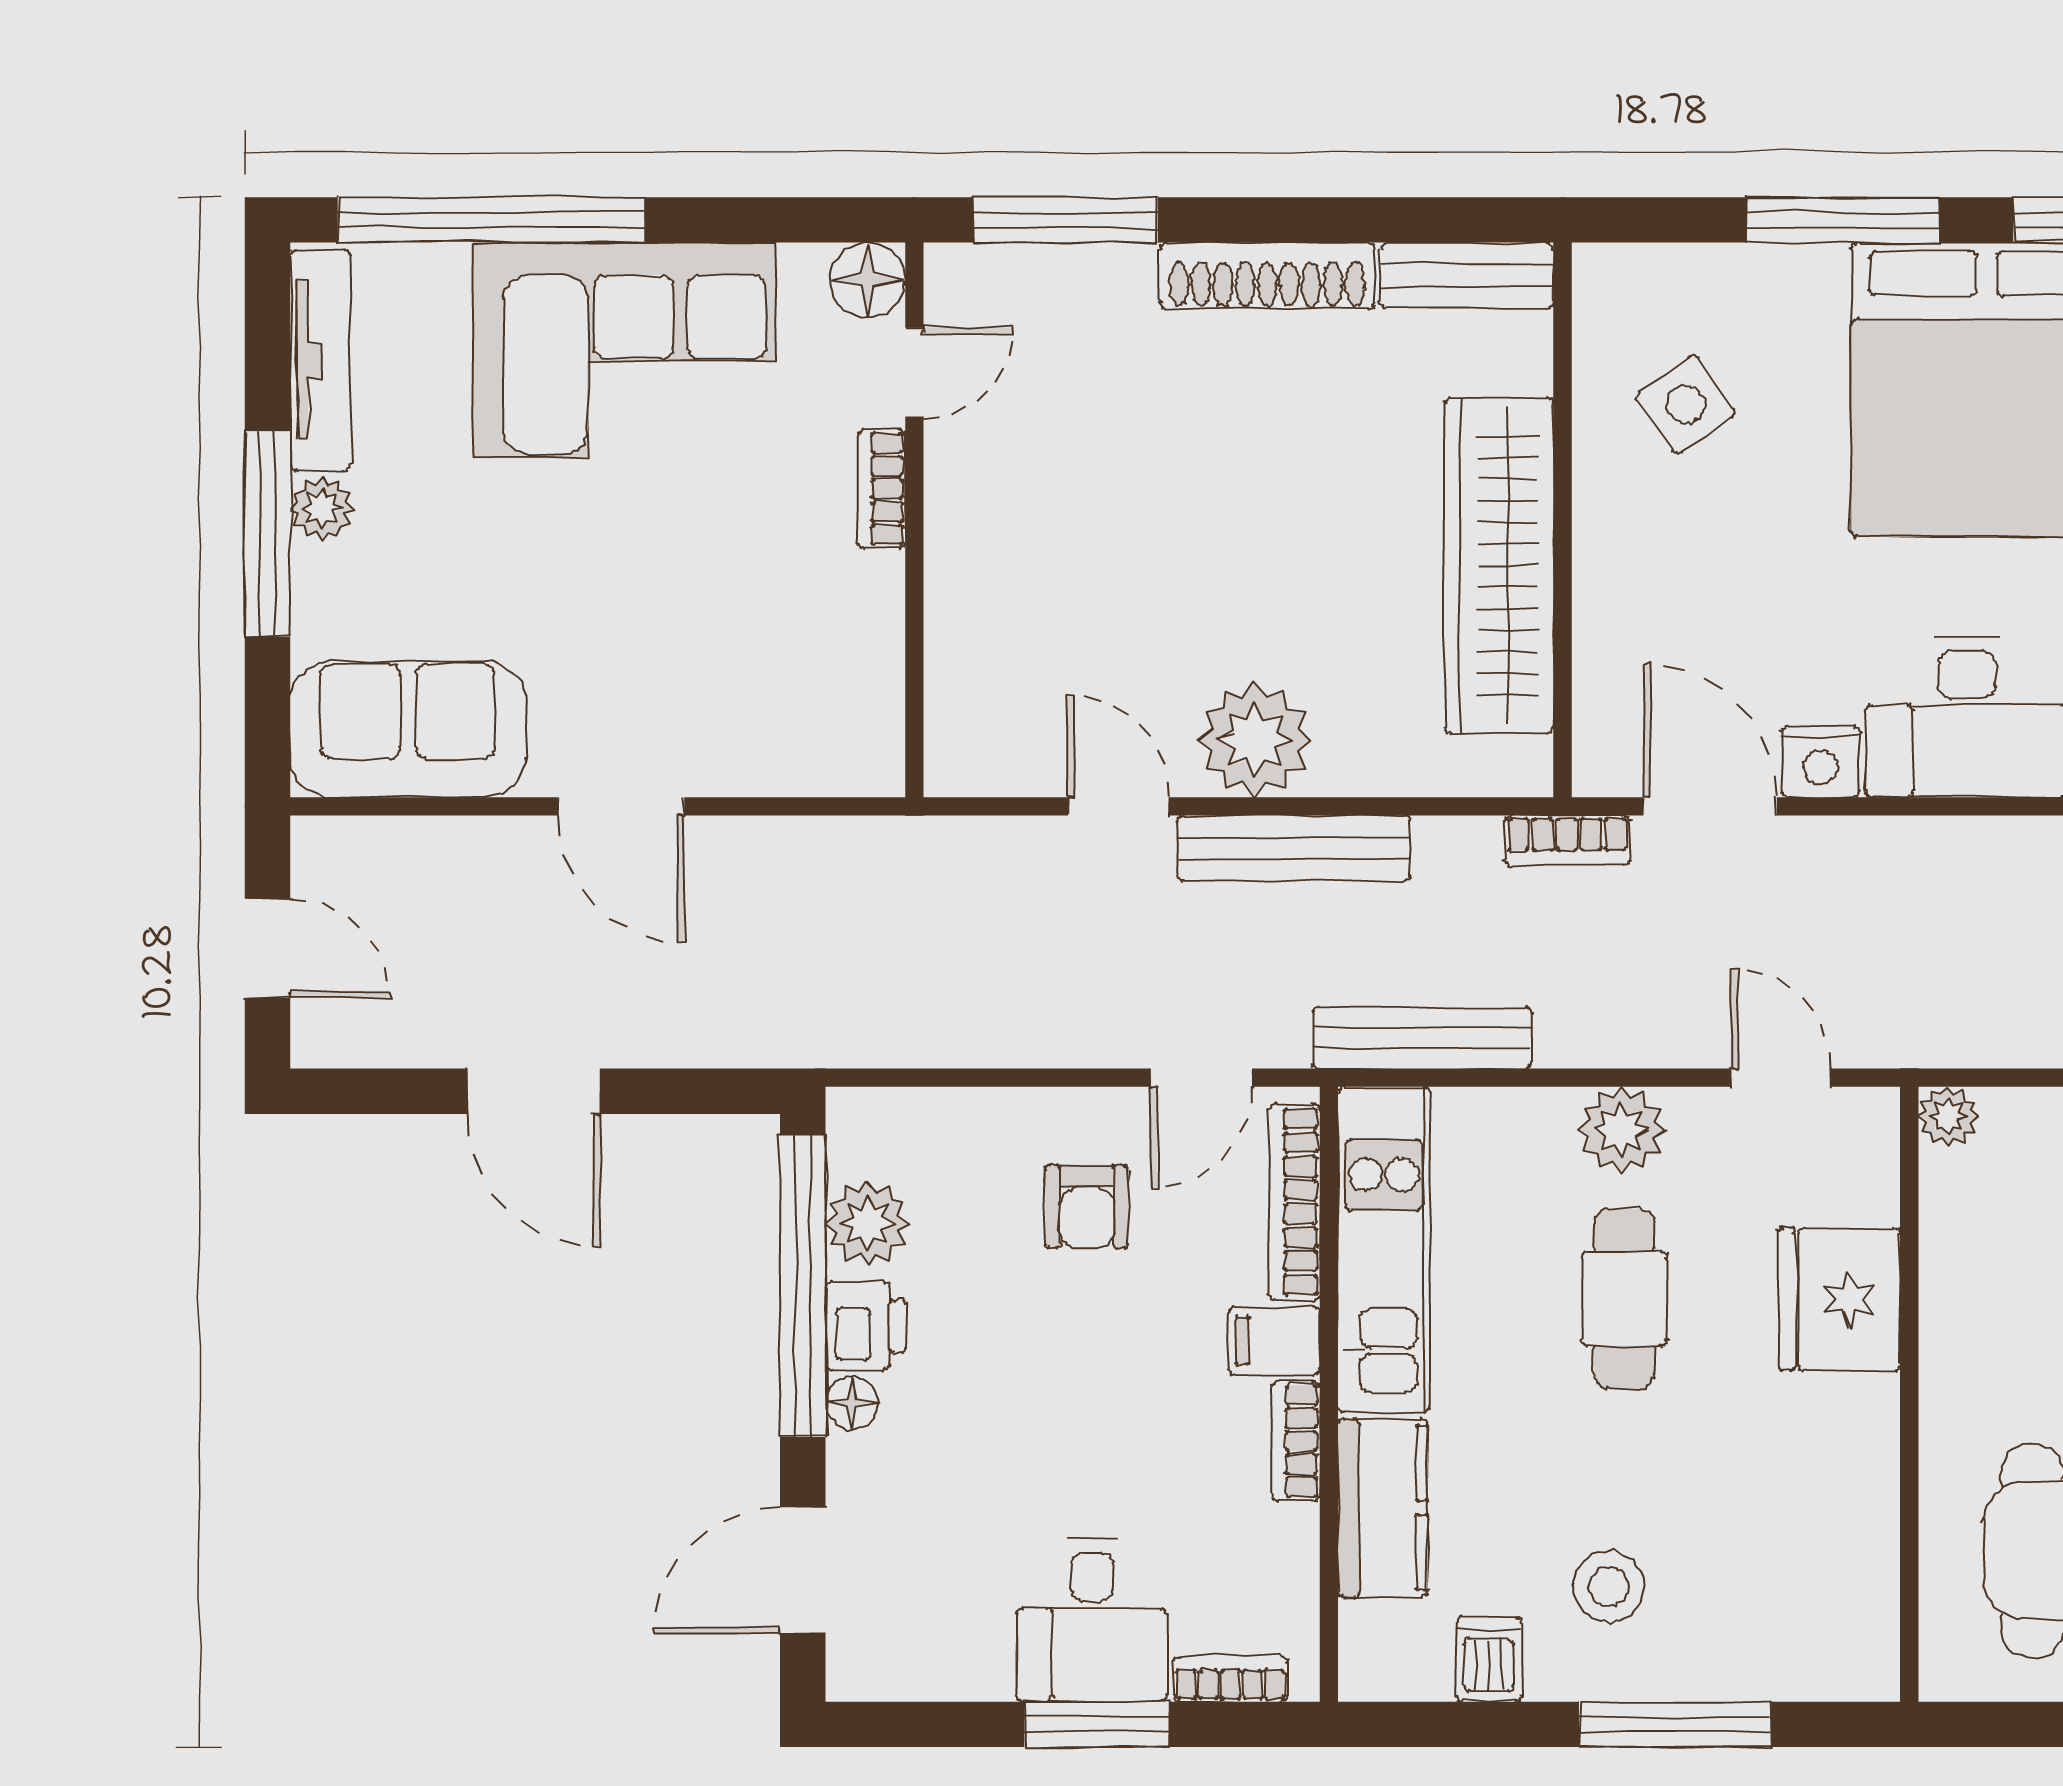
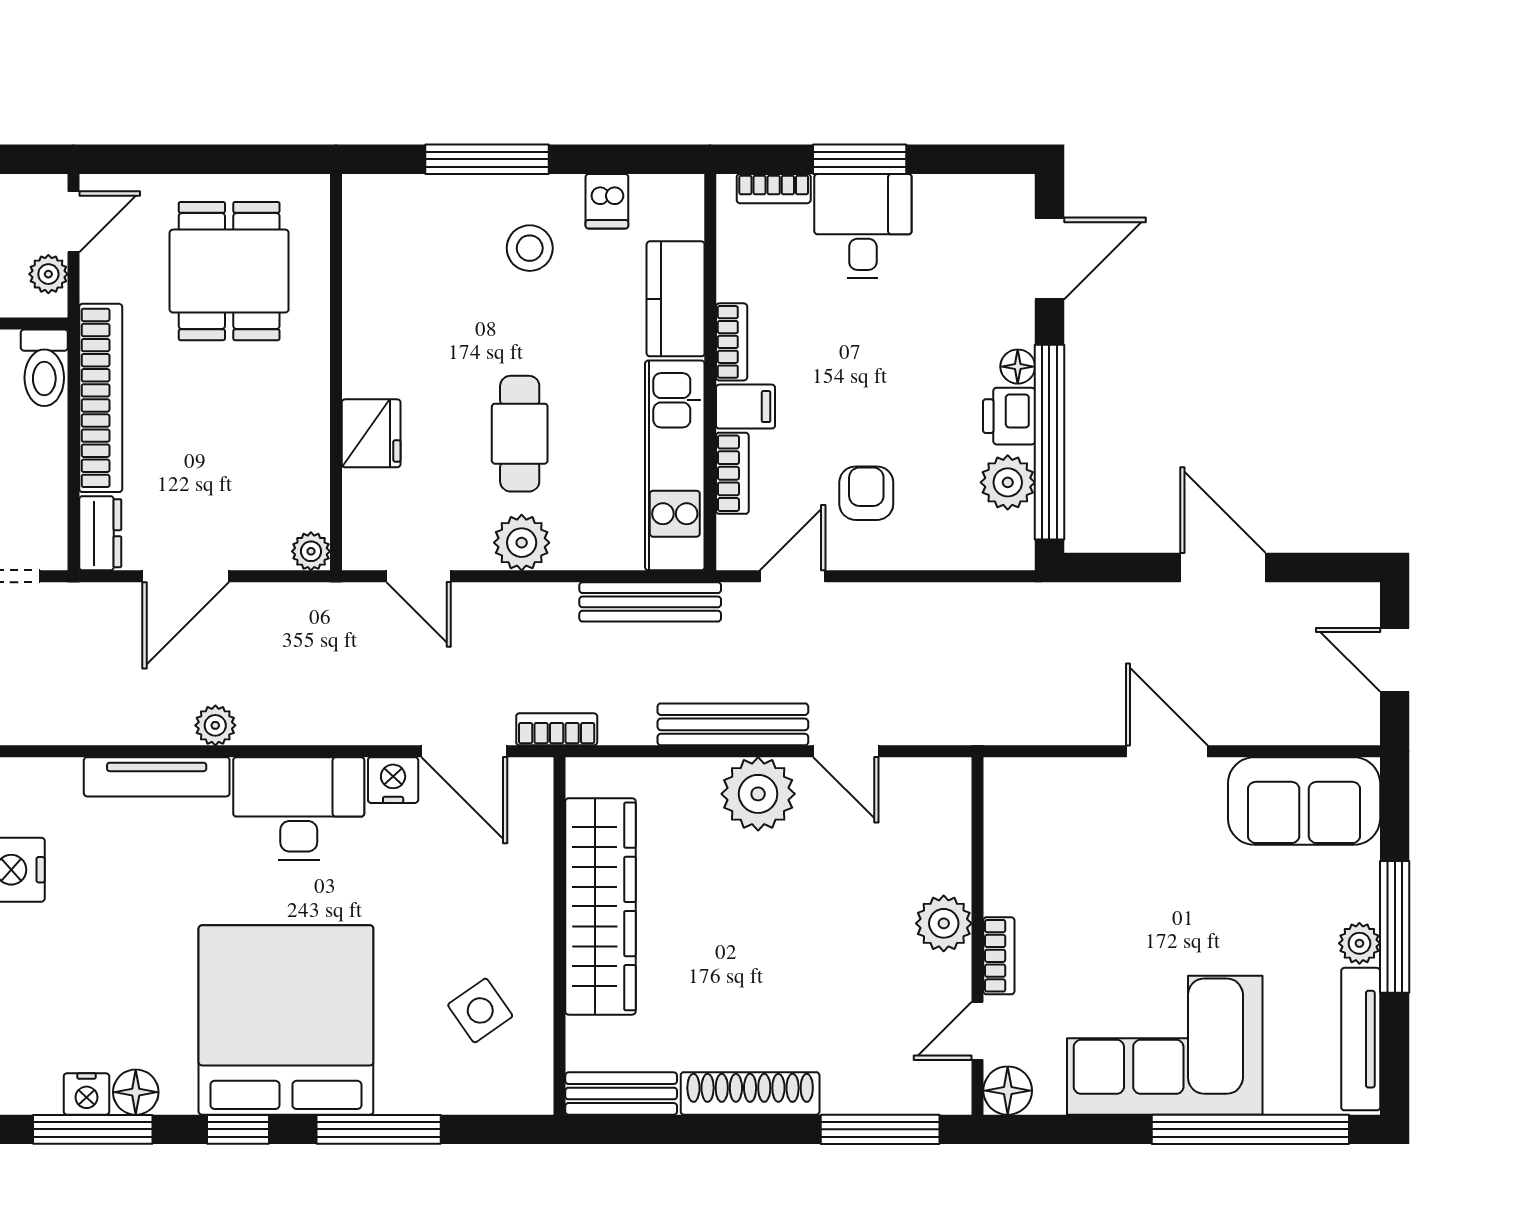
plant: (967, 539) -> (944, 923), added
bookcase: (1295, 1202) -> (732, 473), width x0.64
fridge: (1839, 1299) -> (371, 433), width x0.73, depth x0.75

